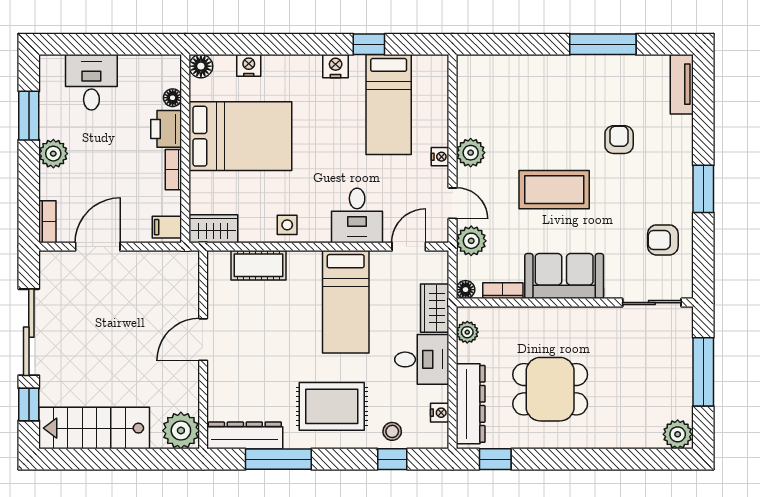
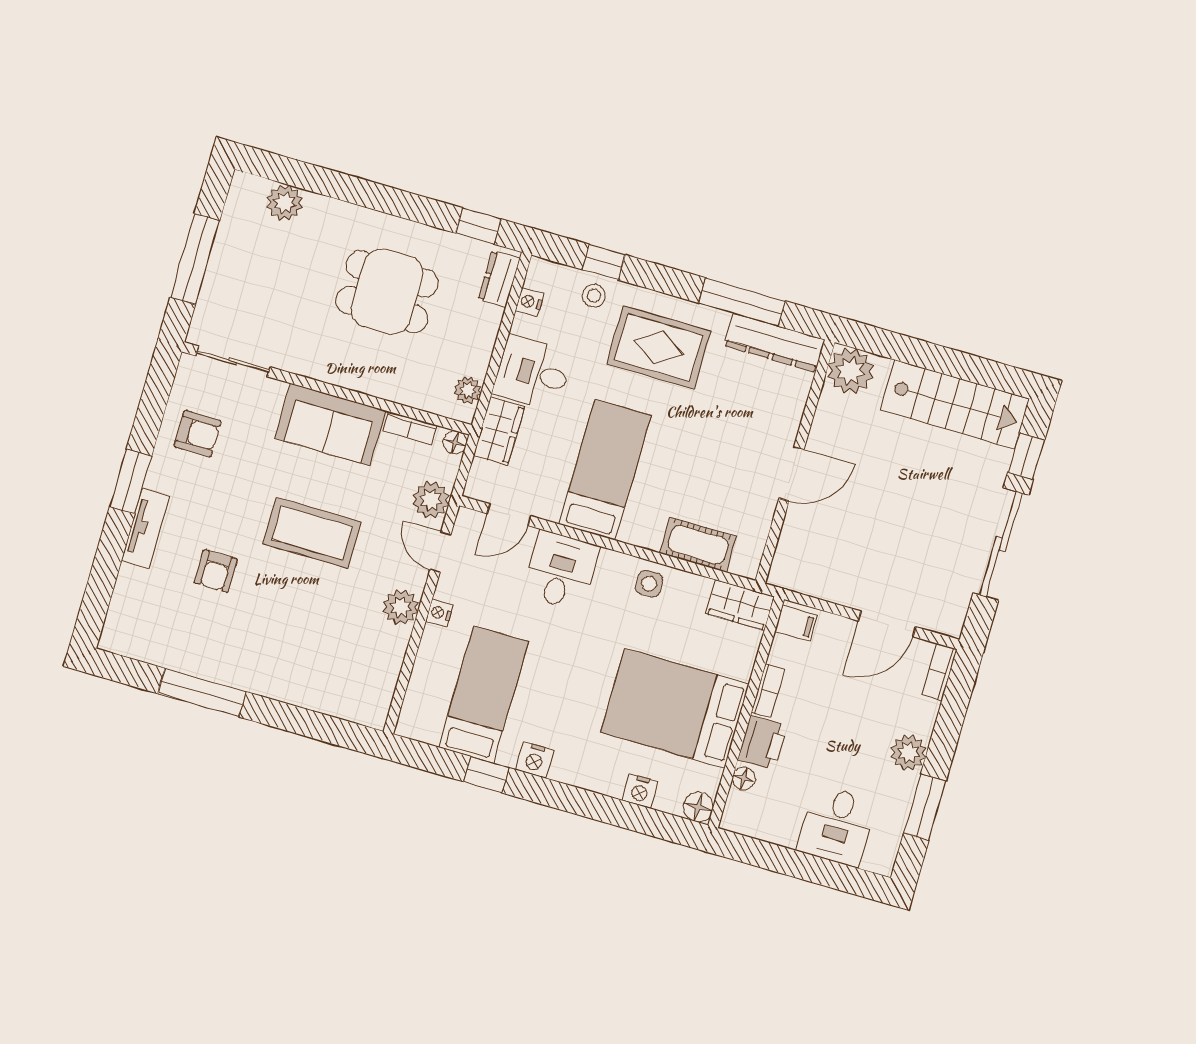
tv unit: (682, 84) -> (146, 528), moved
dresser: (471, 404) -> (499, 279), width x0.51, depth x0.80
plant: (678, 434) -> (285, 203), moved

